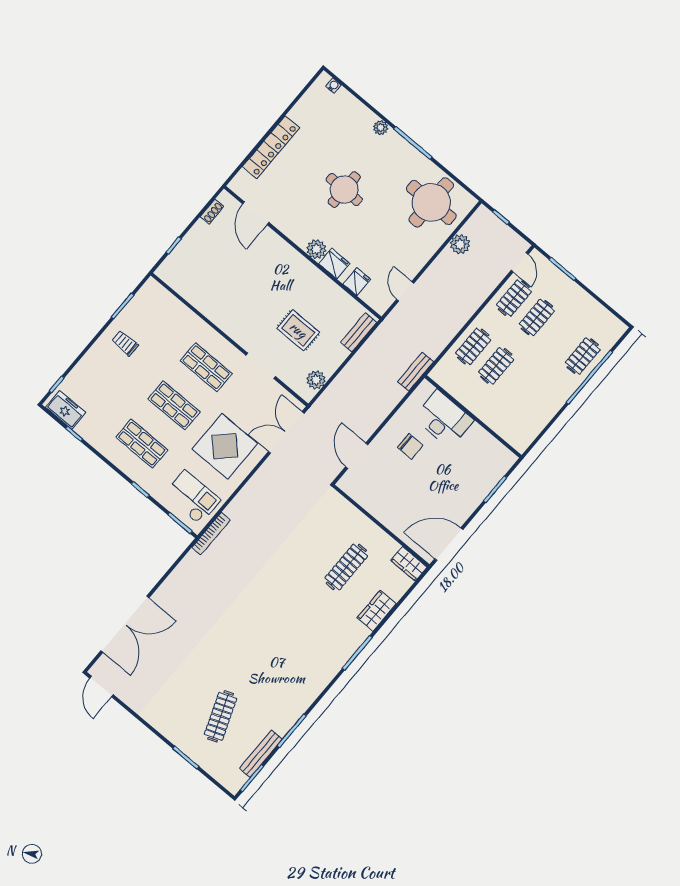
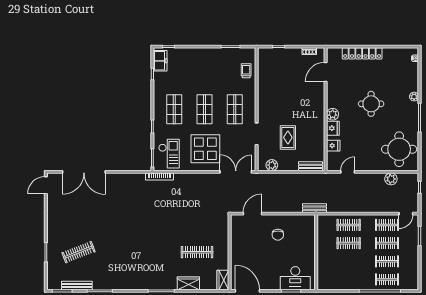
clothes rail: (560, 337) -> (387, 261), added
trolley: (125, 343) -> (246, 71), moved
desk: (444, 419) -> (295, 278), moved, turned 90

